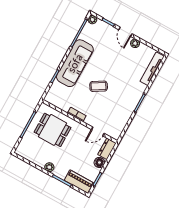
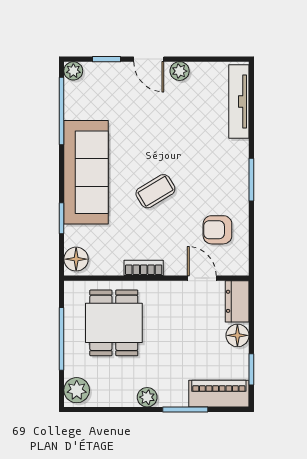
floor lamp: (52, 96) -> (76, 259), added
armchair: (115, 116) -> (217, 230), added
dining table: (53, 130) -> (114, 323), turned 90
door: (98, 131) -> (202, 278), swing flipped
plant: (23, 149) -> (77, 390), added

